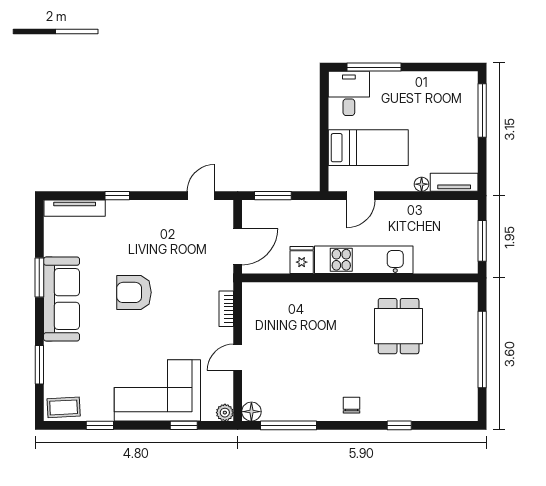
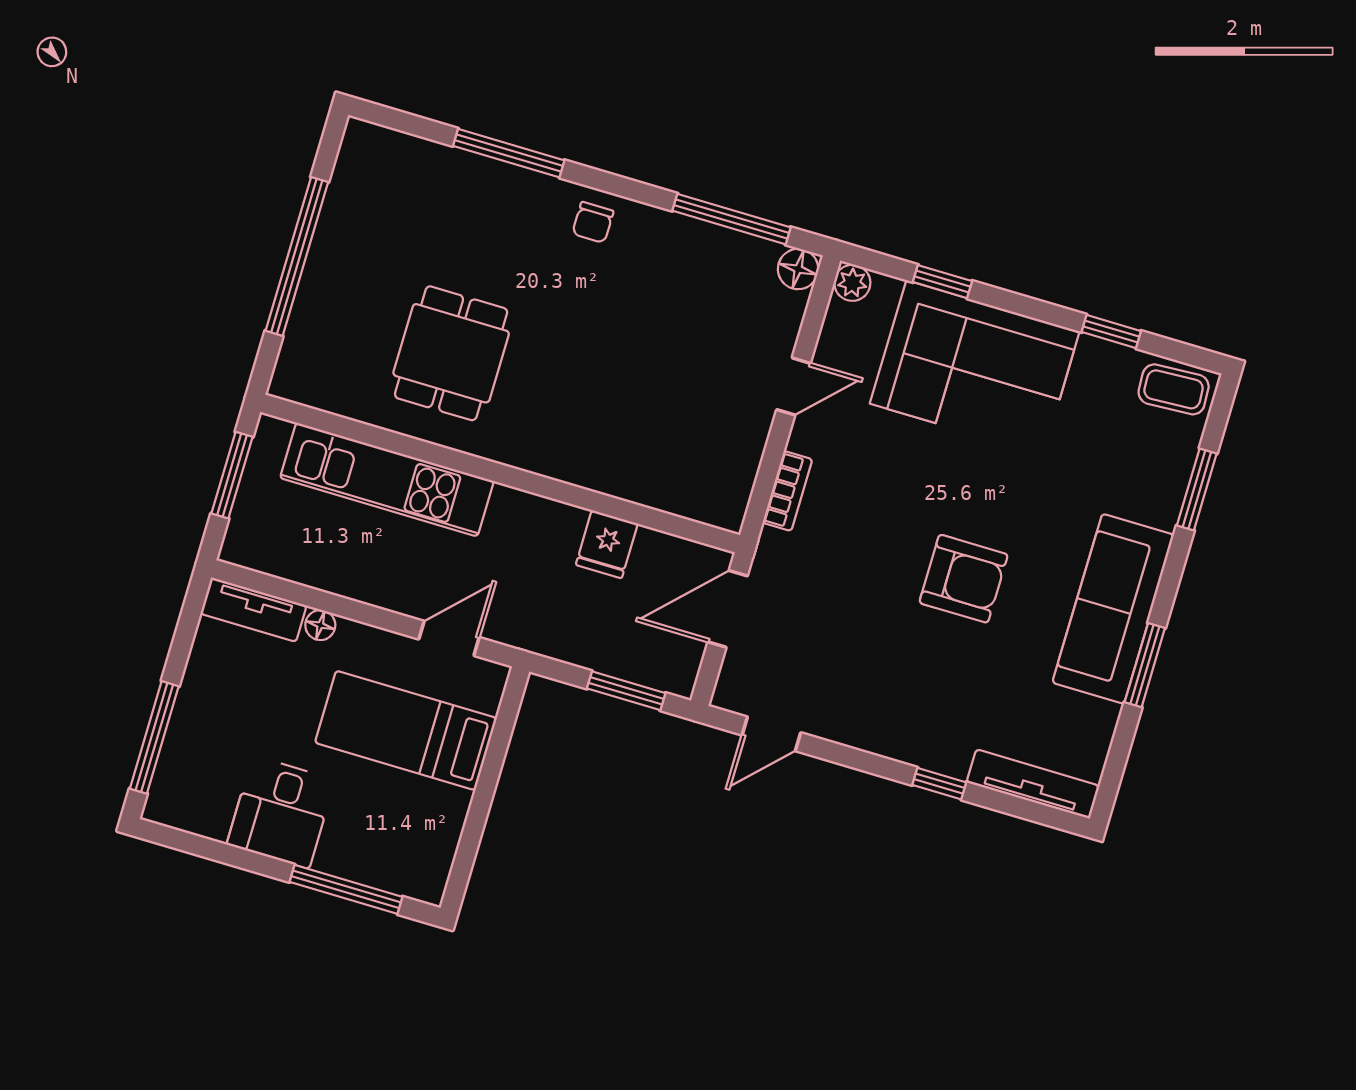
desk: (349, 93) -> (281, 812), moved
kitchen unit: (364, 260) -> (387, 480), moved
window: (399, 425) -> (509, 153), width x2.17

